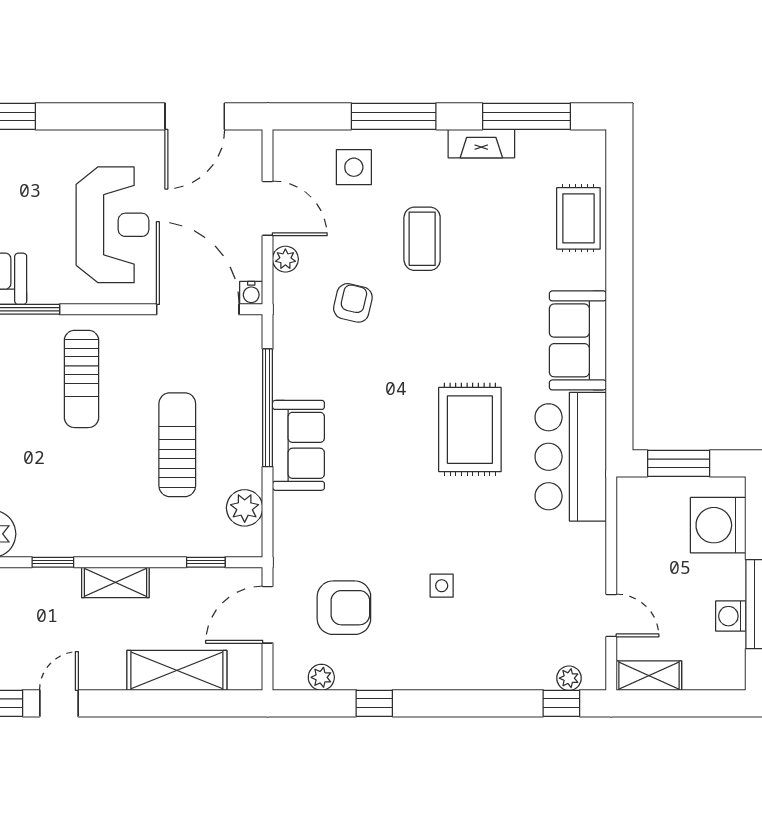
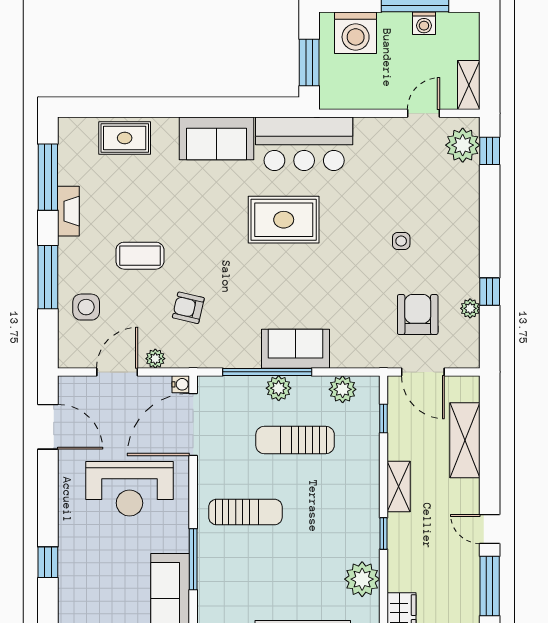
reception desk: (112, 225) -> (129, 489), turned 180
plant: (246, 423) -> (279, 388), added
plant: (321, 677) -> (470, 308), moved
plant: (569, 678) -> (463, 145), width x1.88, depth x1.88

